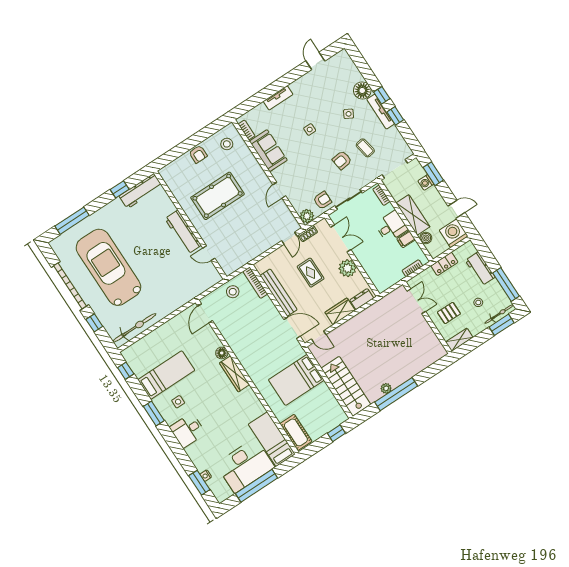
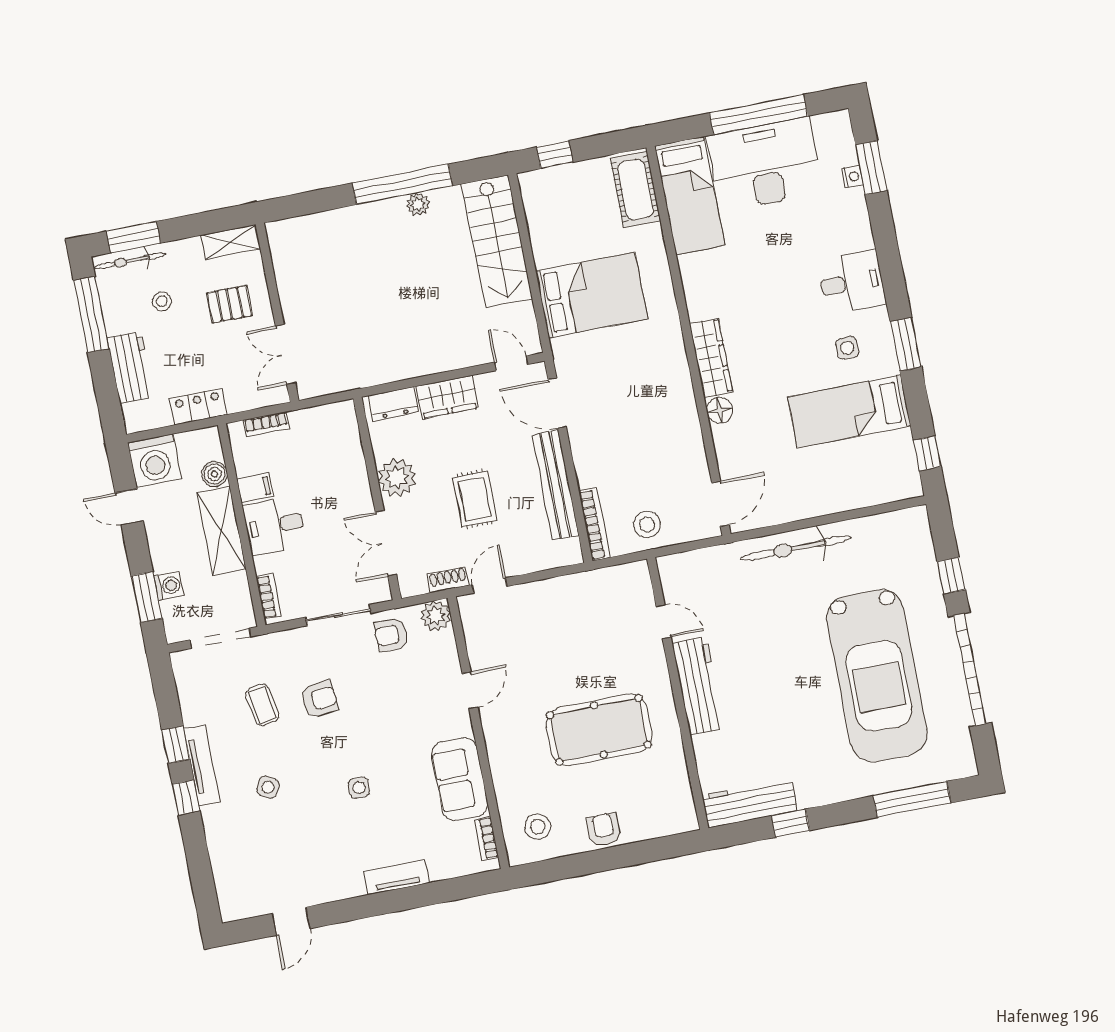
floor lamp: (362, 90) -> (221, 823), removed
bicycle: (134, 328) -> (796, 548), moved

